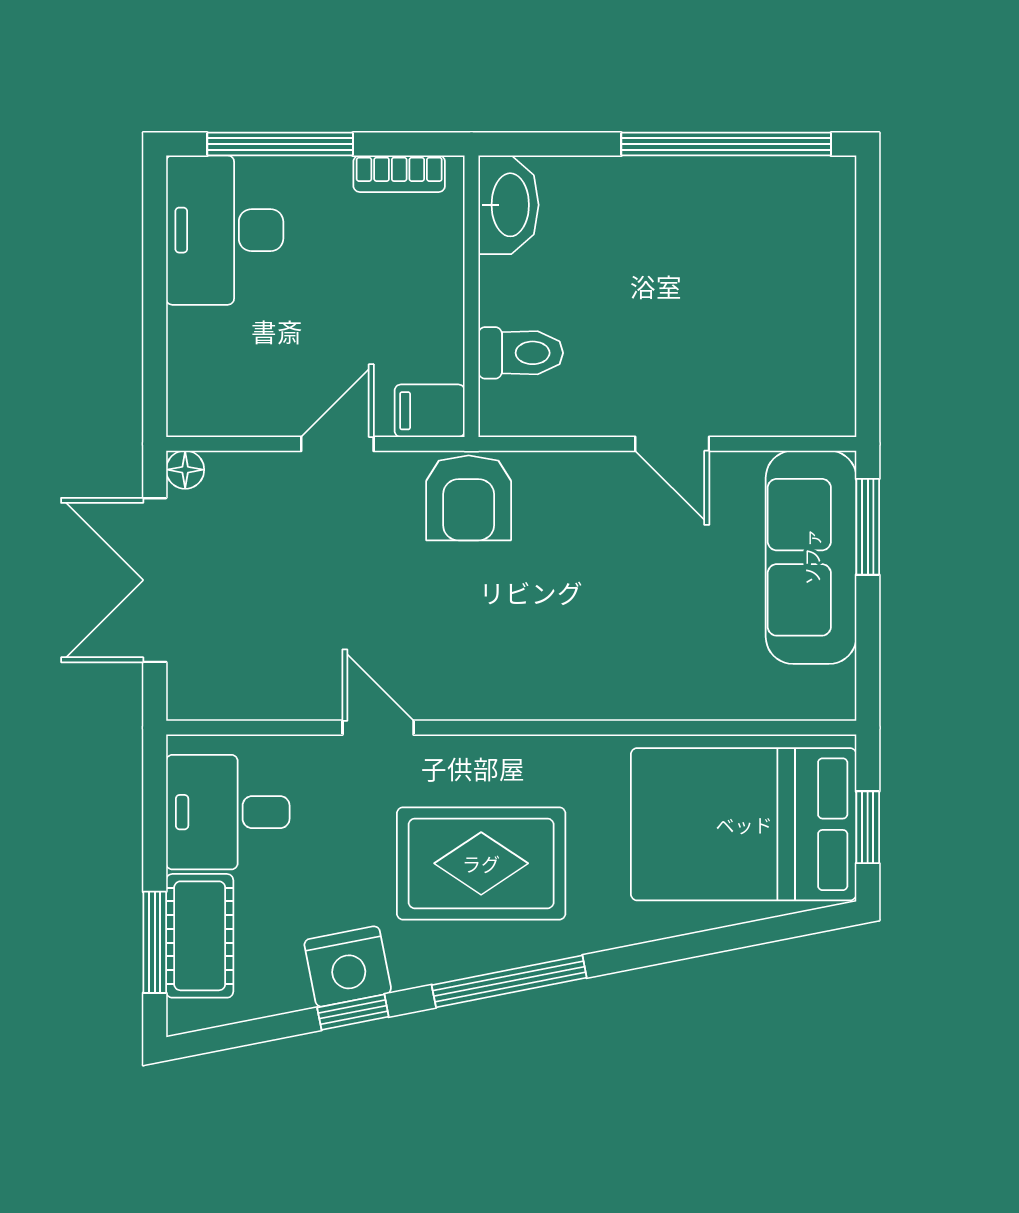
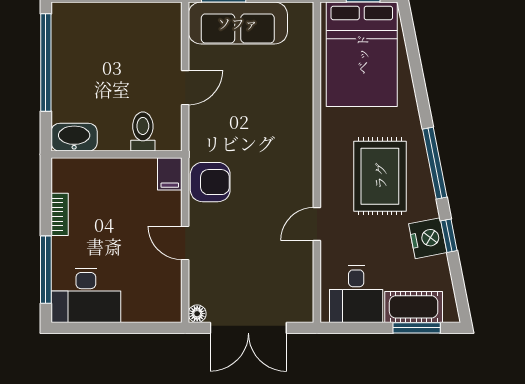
washbasin: (508, 205) -> (74, 137), moved
wall: (471, 296) -> (117, 154), moved
toilet: (521, 353) -> (143, 131), moved
filing cabinet: (430, 411) -> (170, 174), moved

